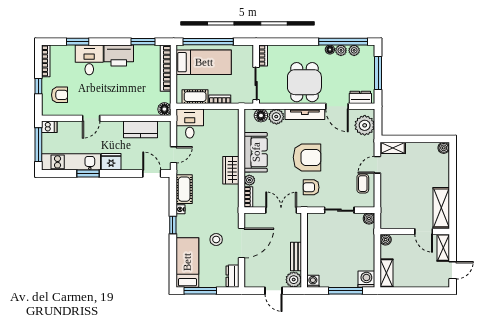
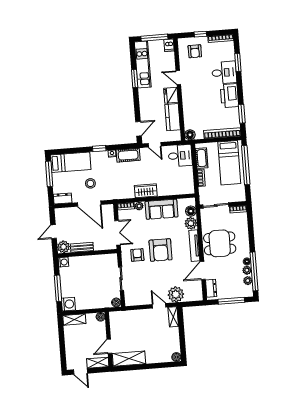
plant: (365, 125) -> (176, 294), moved
fridge: (111, 162) -> (171, 95), moved, turned 180
coffee table: (363, 184) -> (143, 295), removed

